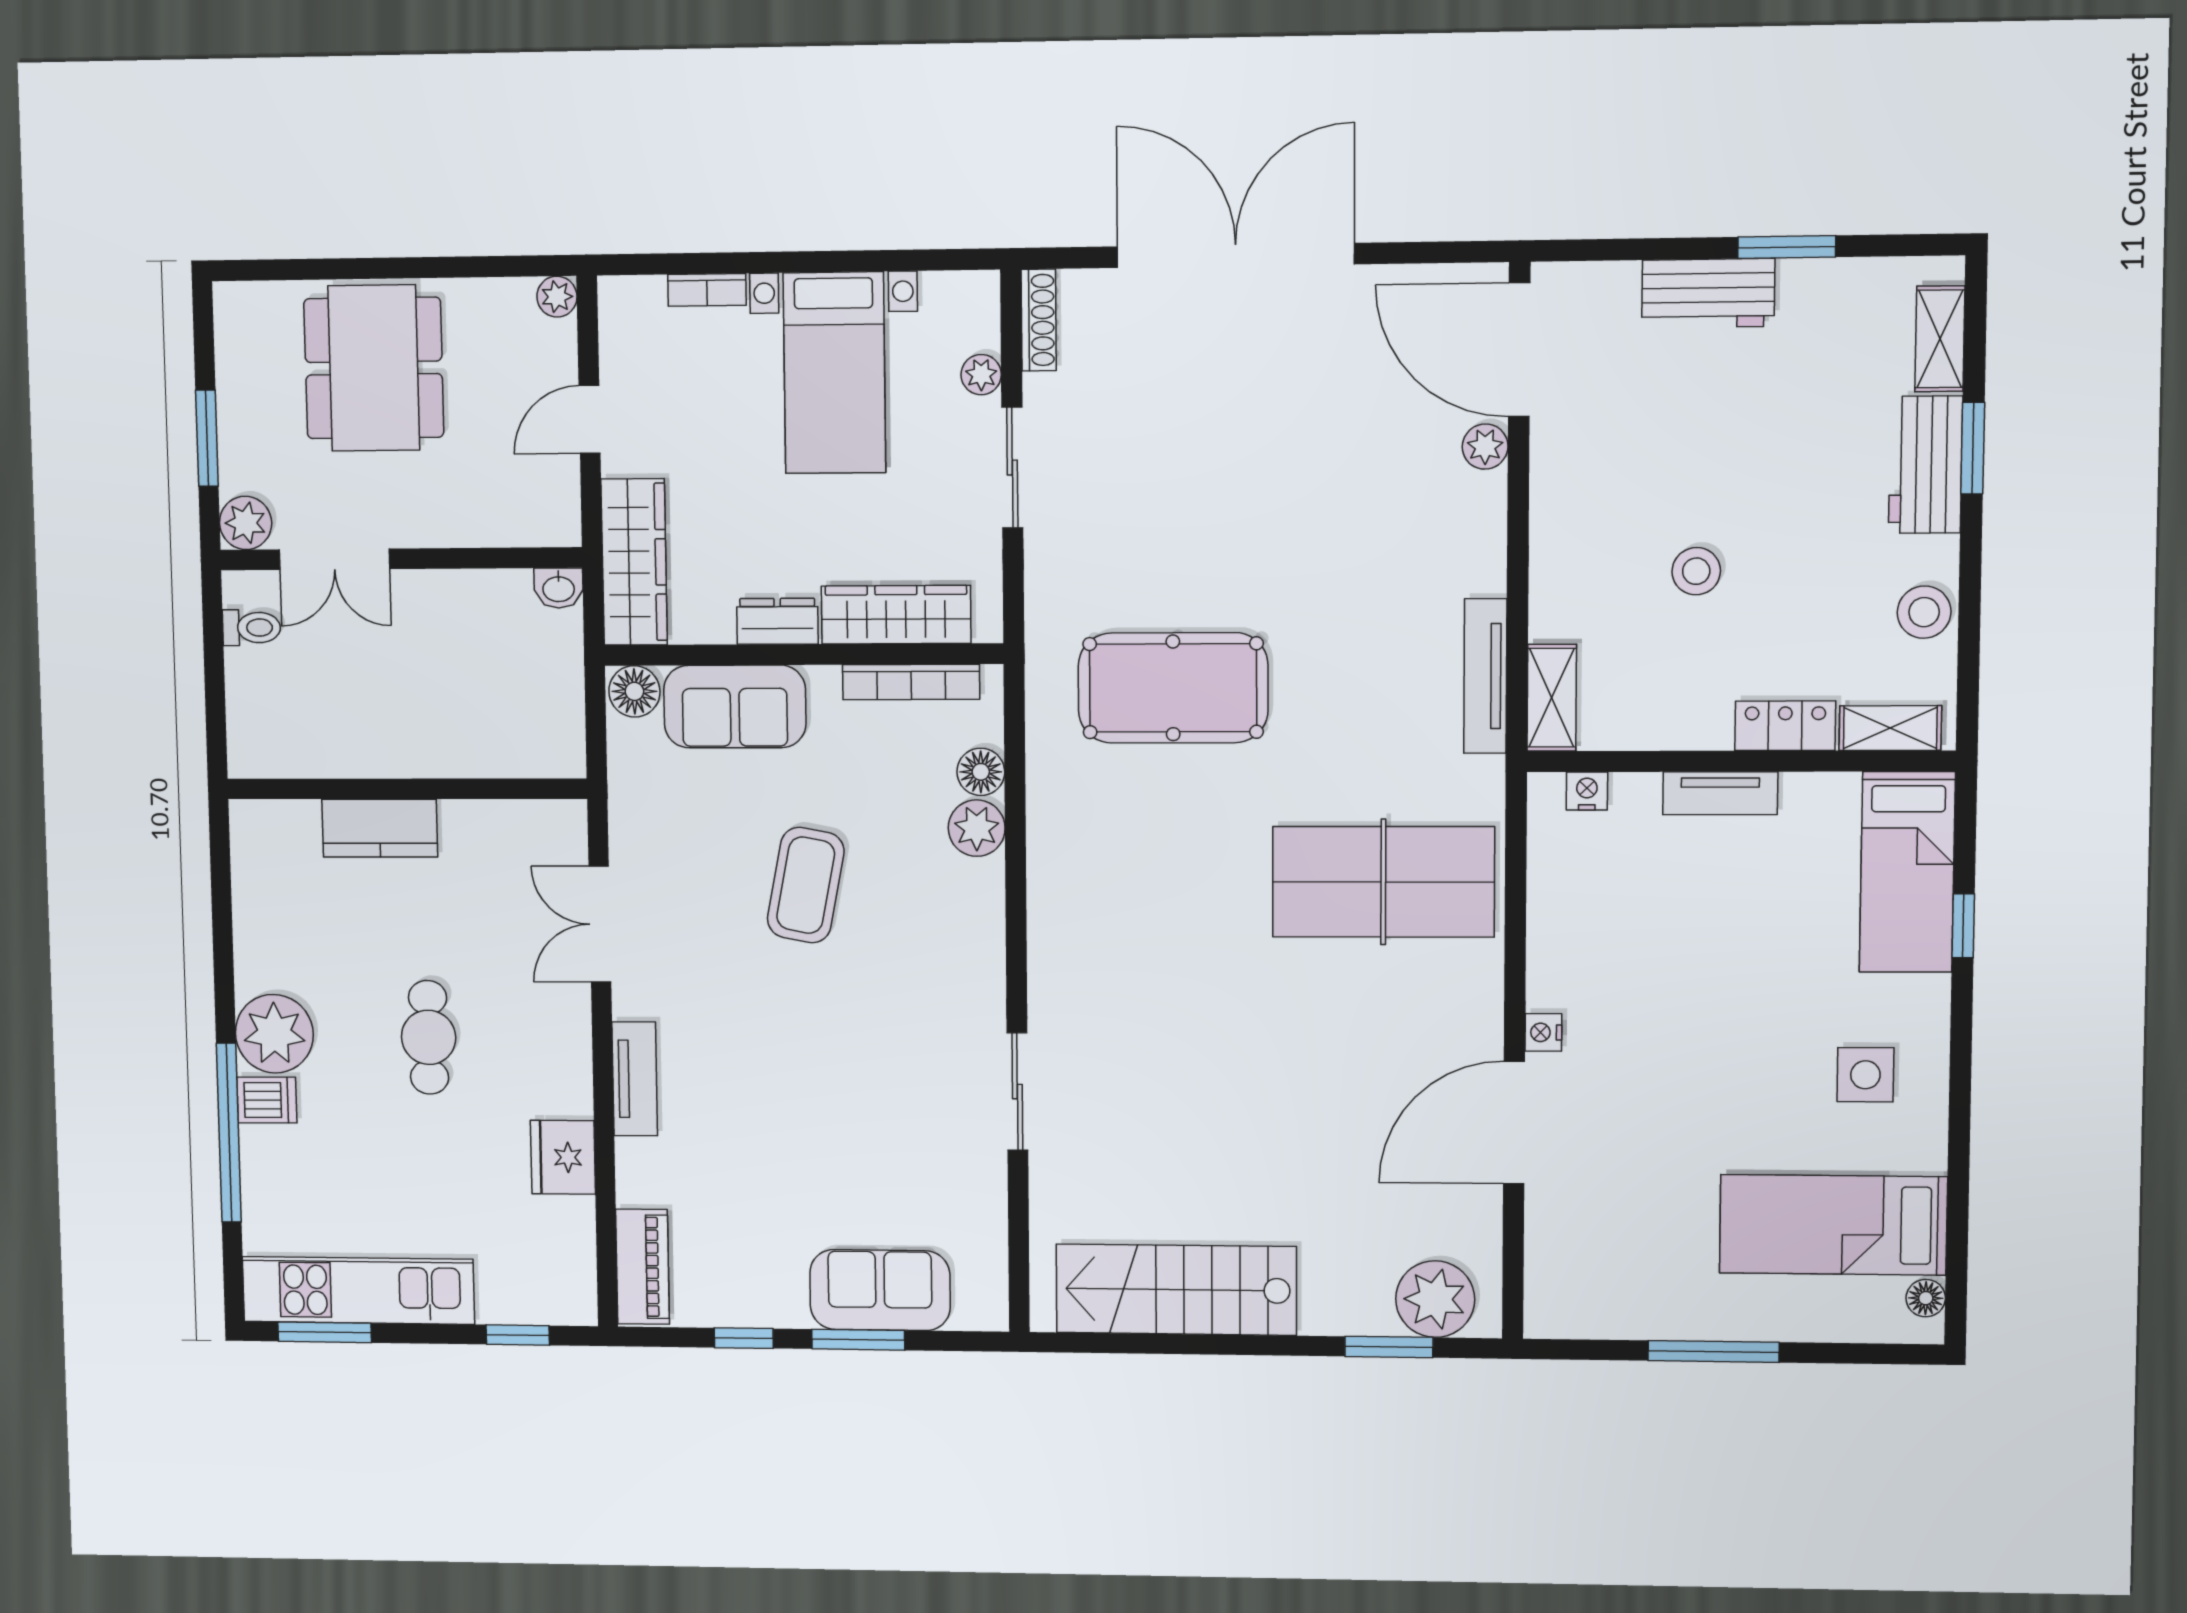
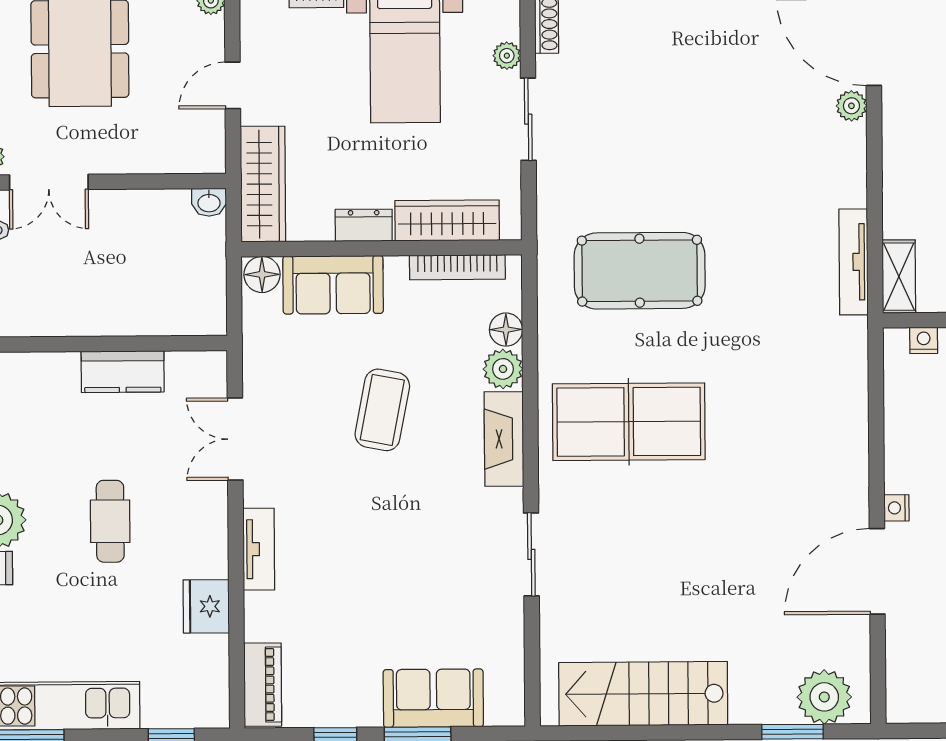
kitchen counter: (380, 828) -> (123, 372), moved
table tennis table: (1383, 882) -> (629, 422), moved
fireplace: (978, 928) -> (504, 439), added

